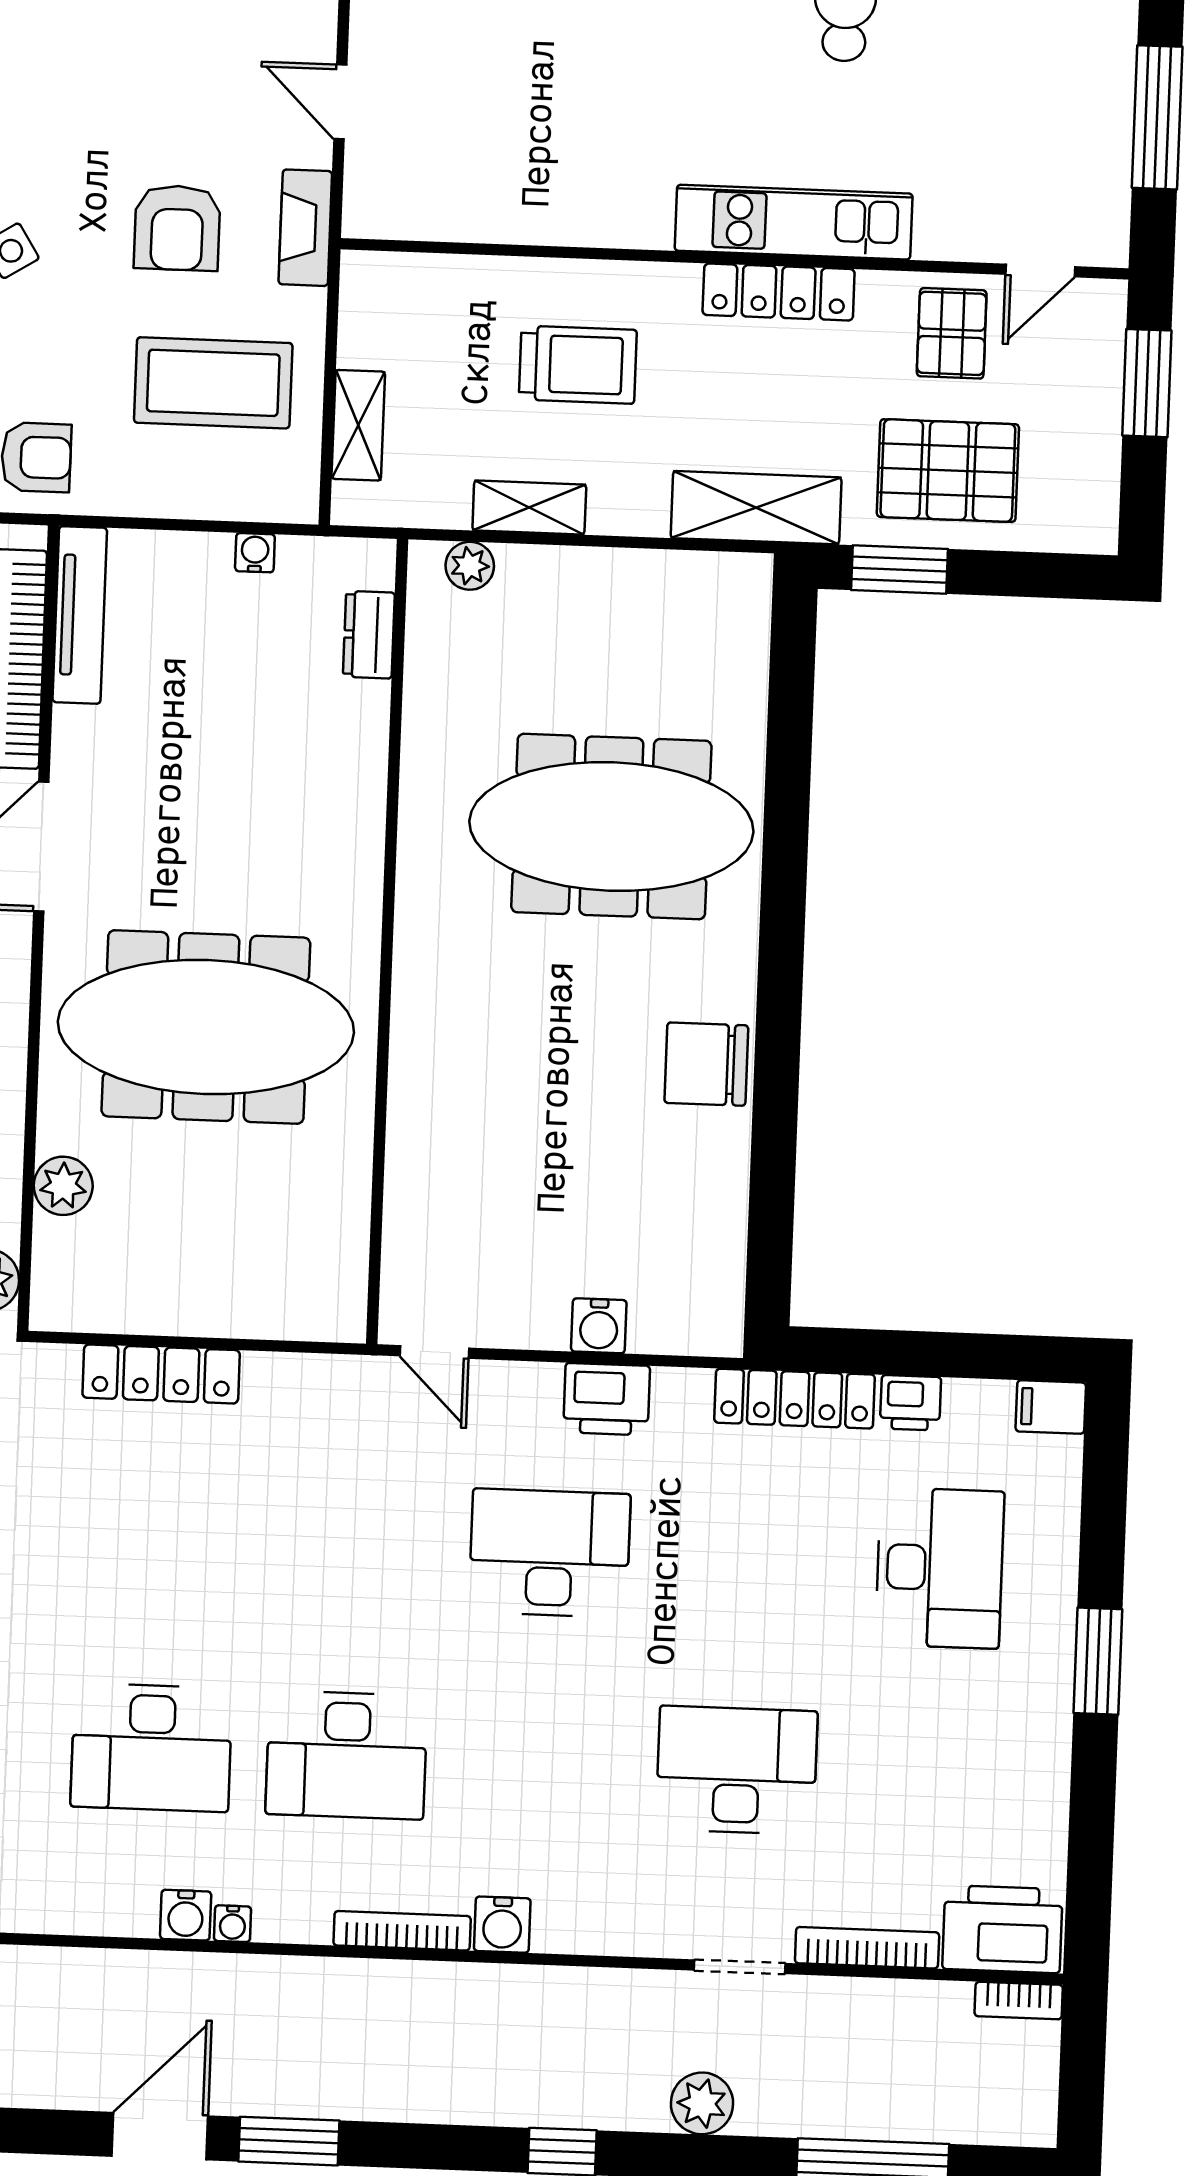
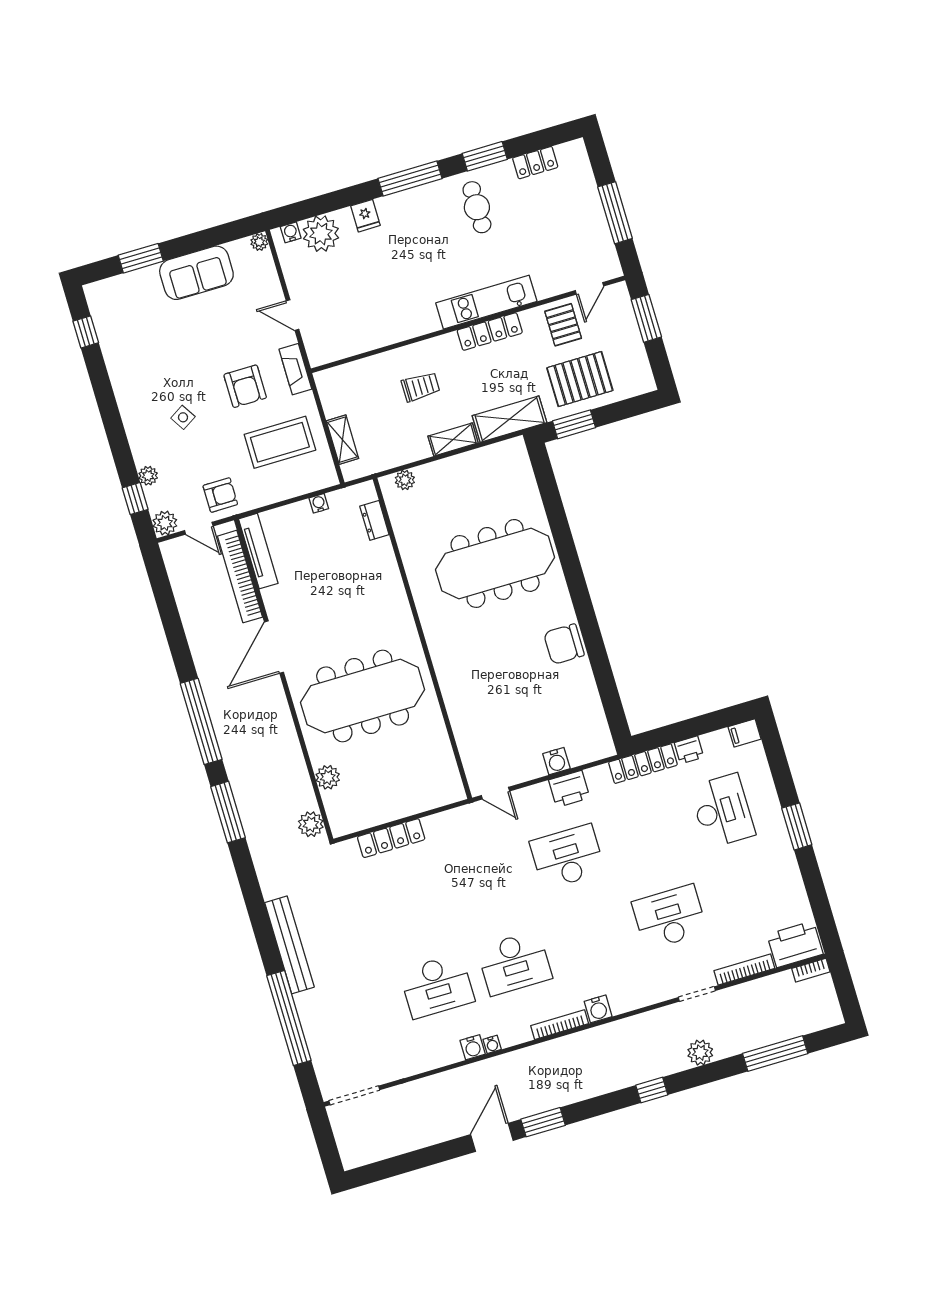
trolley: (578, 365) -> (421, 387), width x0.73, depth x0.72
shelving: (529, 508) -> (453, 440), moved

